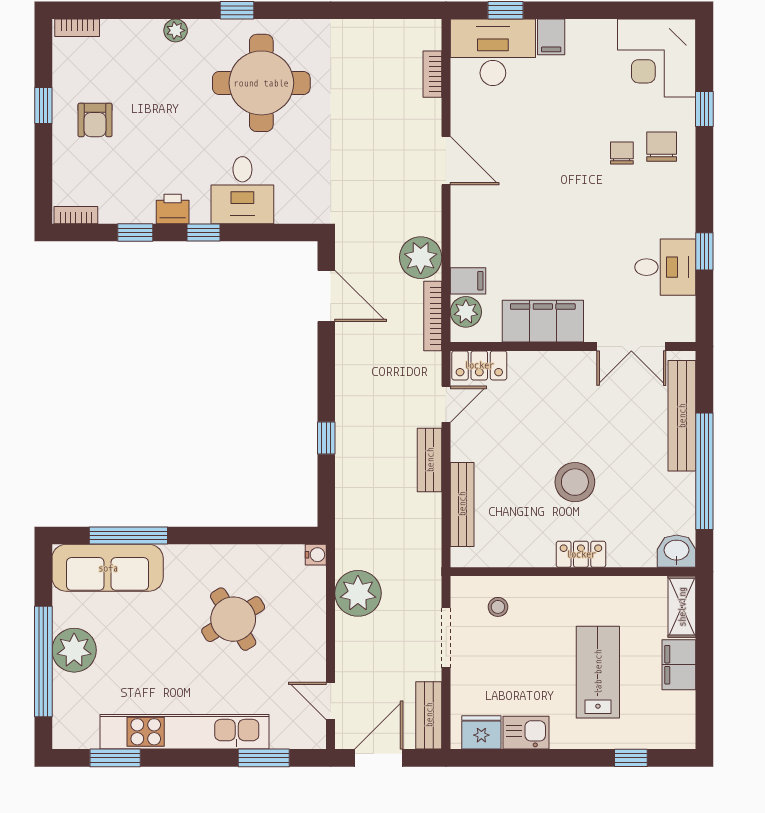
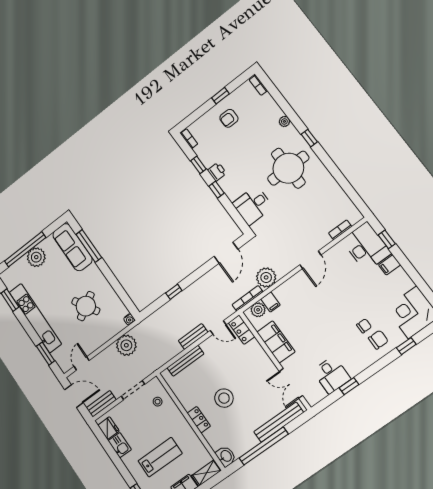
desk: (242, 190) -> (253, 205), moved

